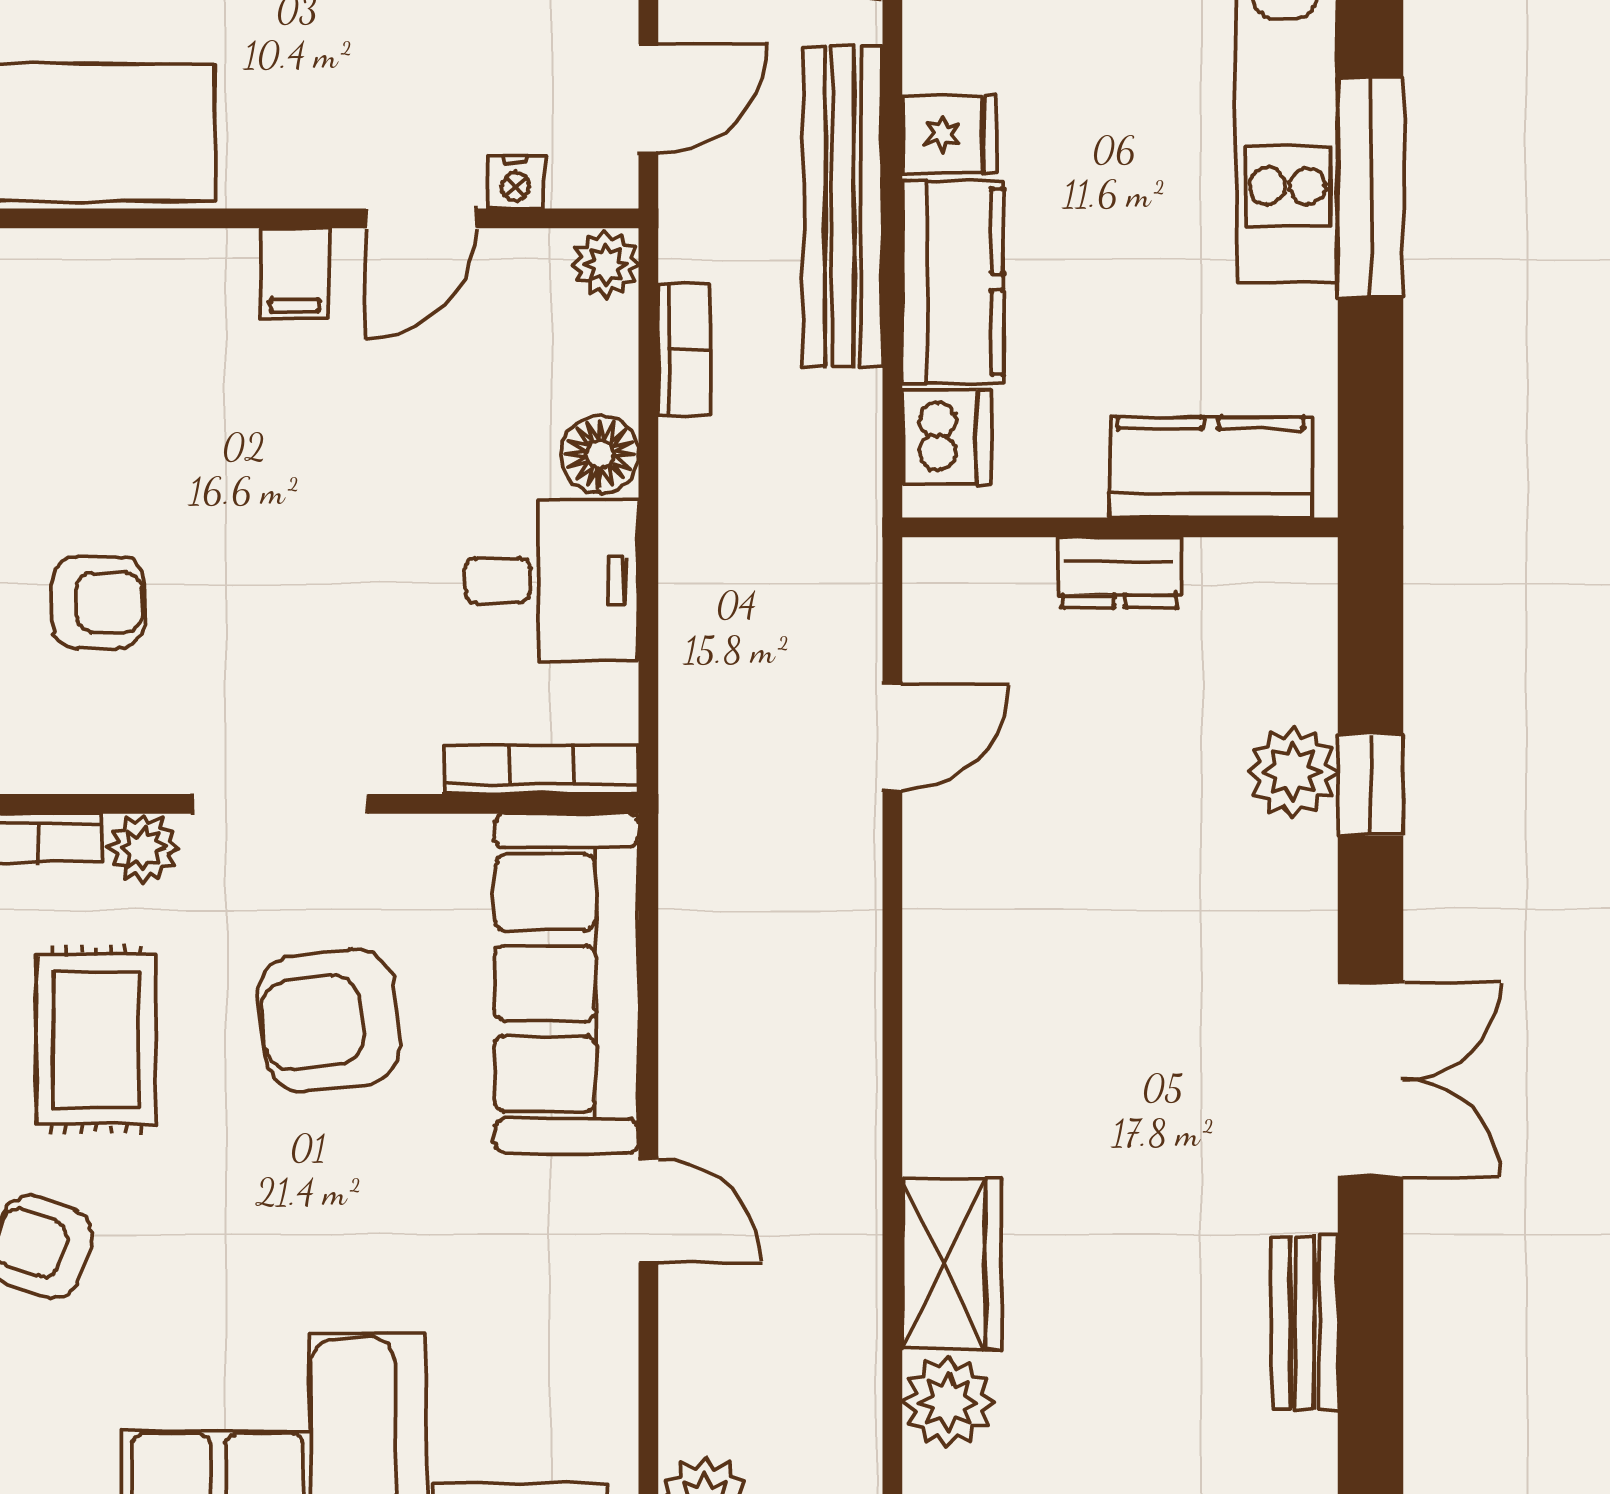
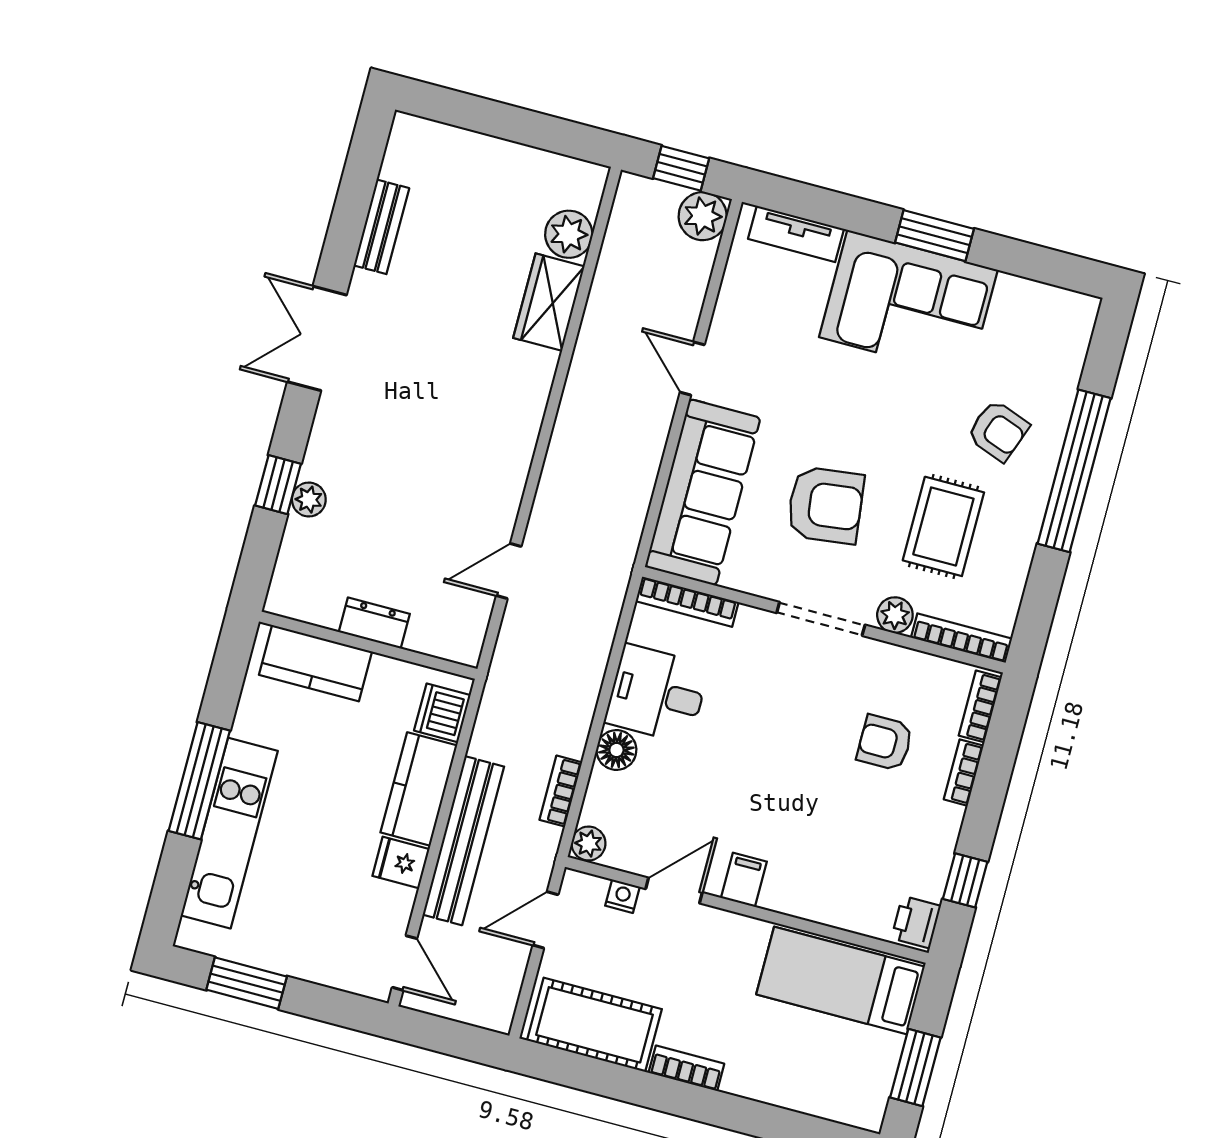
plant: (1293, 772) -> (309, 500), width x0.73, depth x0.73

